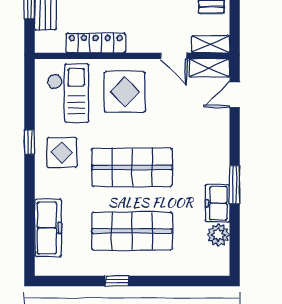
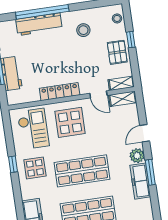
locker: (96, 43) -> (60, 92), moved
door: (235, 95) -> (145, 133), moved
freezer: (217, 203) -> (140, 181), width x1.40
plant: (218, 235) -> (137, 156), moved

